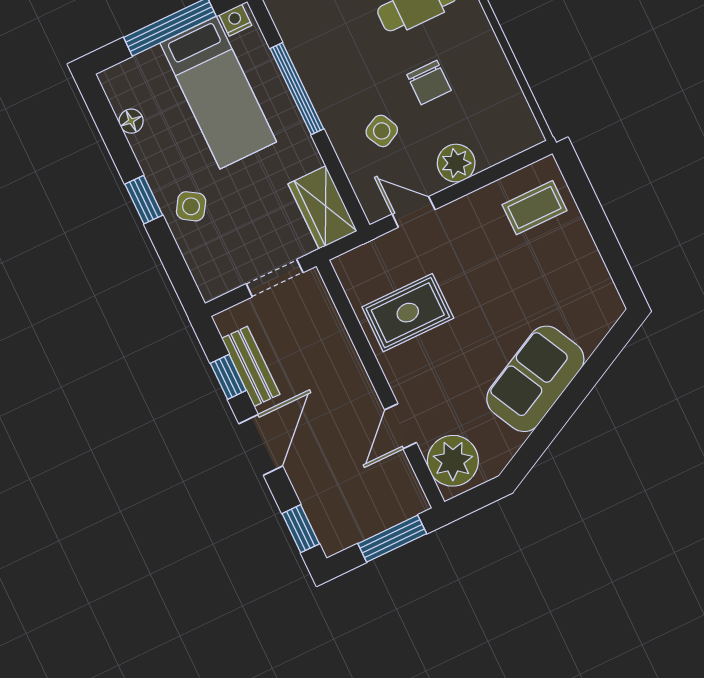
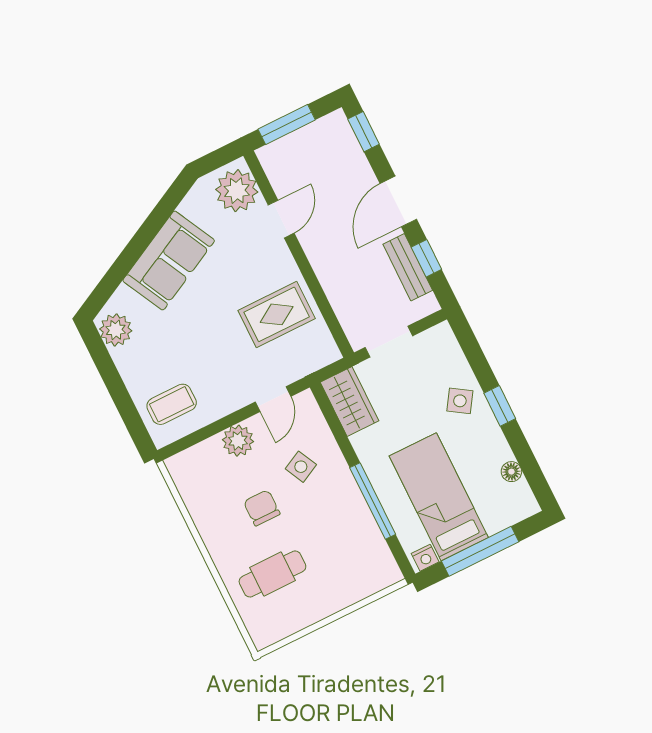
door: (414, 212) -> (273, 399), hinge flipped
plant: (600, 297) -> (116, 330), added

